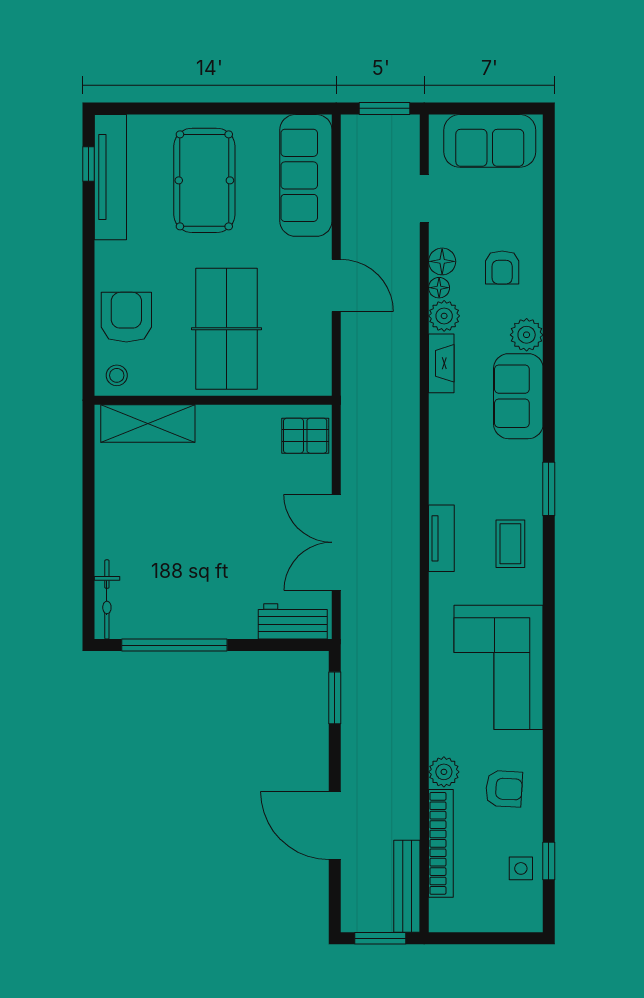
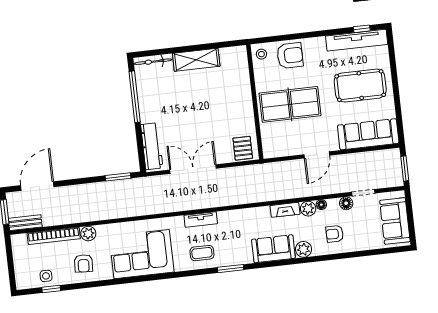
floor lamp: (442, 261) -> (346, 203), moved
shelving: (148, 423) -> (196, 60), moved, turned 90
workbench: (293, 621) -> (152, 146), width x1.38
door: (335, 826) -> (37, 186), moved
bench: (407, 886) -> (25, 223), width x0.73

